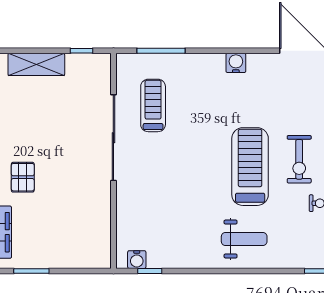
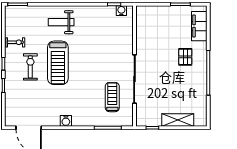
treadmill: (153, 105) -> (112, 97), turned 180

